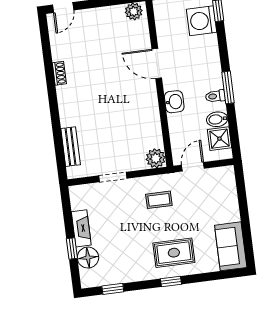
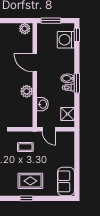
washbasin: (174, 102) -> (43, 104), moved
bidet: (217, 119) -> (68, 78), moved
plant: (156, 158) -> (27, 91), moved
door: (193, 167) -> (49, 129), swing flipped

